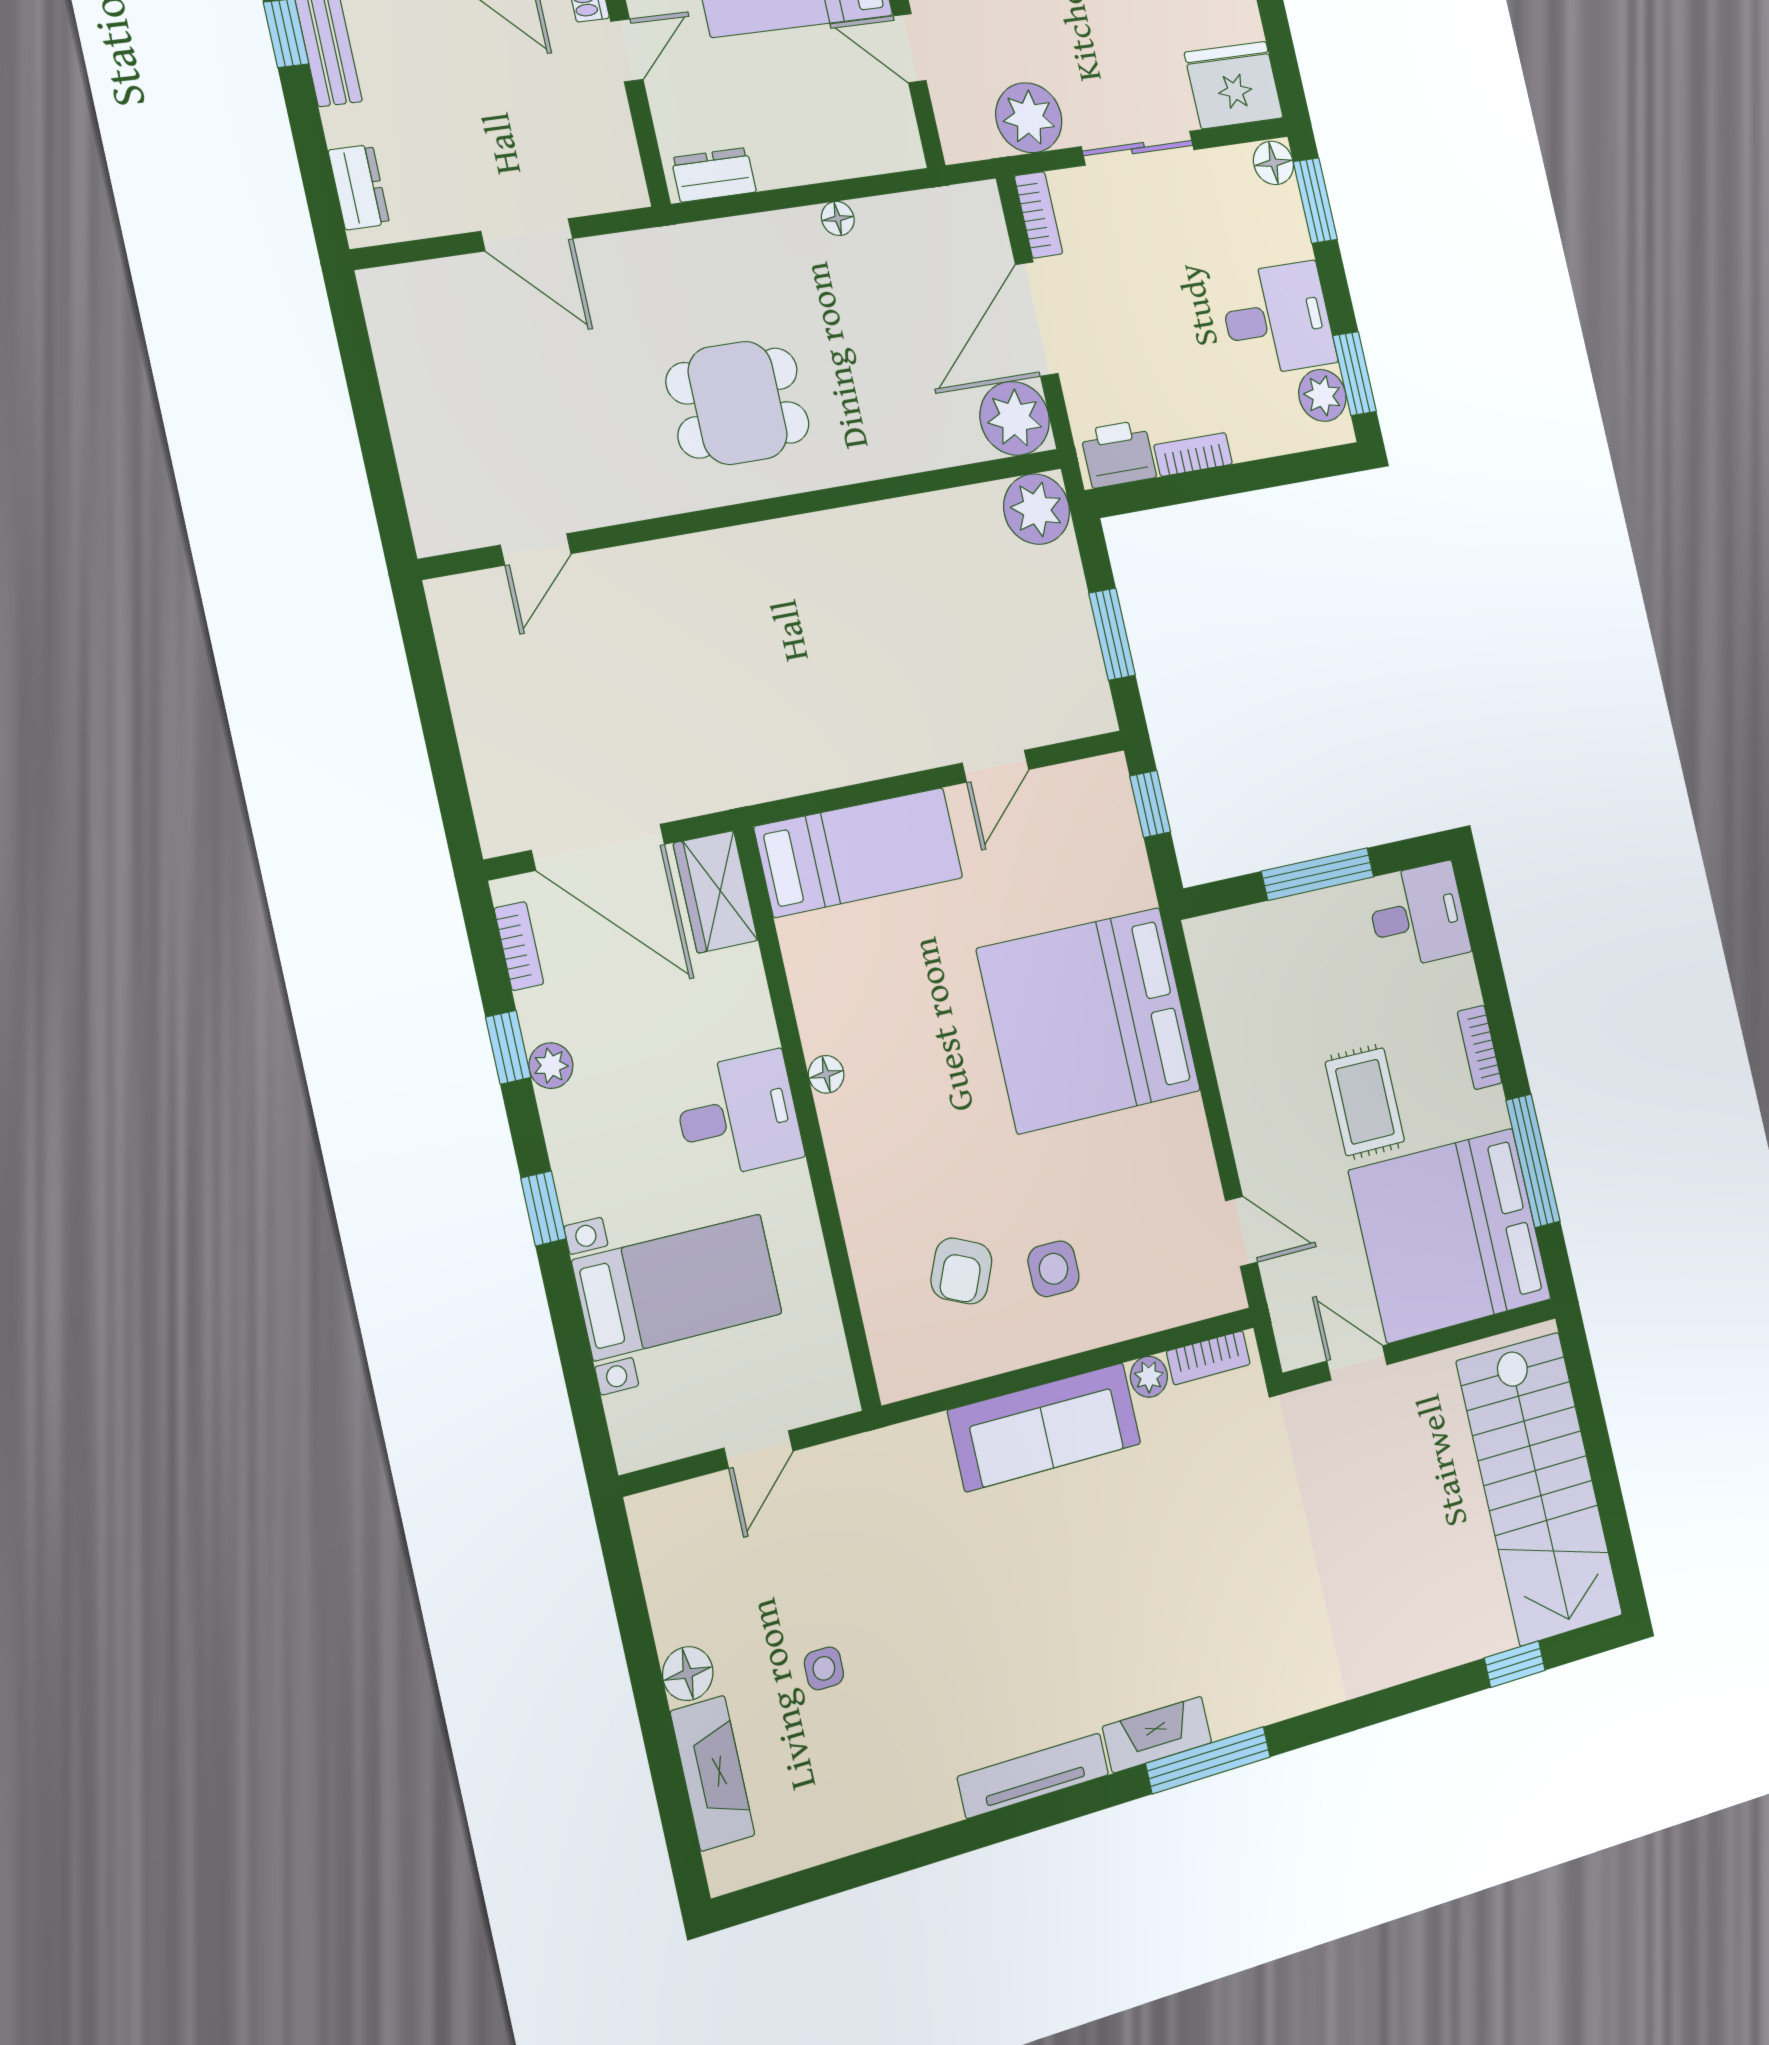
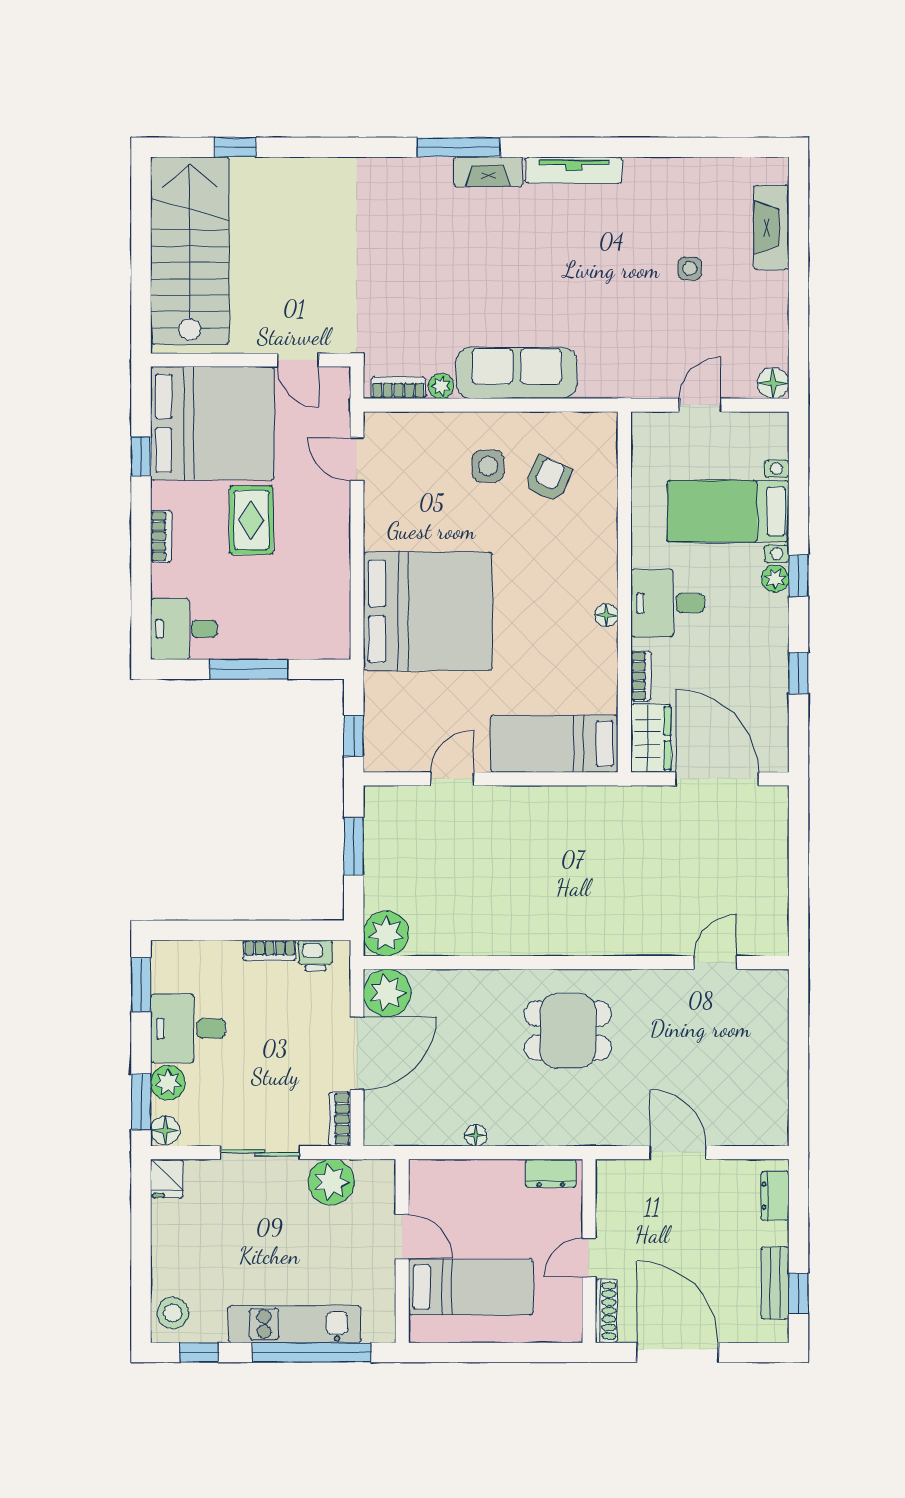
fridge: (1234, 85) -> (167, 1178), width x0.53, depth x0.75
plant: (1322, 395) -> (168, 1083), moved
printer: (1118, 454) -> (315, 955), width x0.73, depth x0.81
bookcase: (519, 946) -> (641, 676), moved, turned 180
plant: (551, 1066) -> (775, 579), moved
window: (1533, 1161) -> (141, 456), width x0.46
floor lamp: (688, 1674) -> (773, 383), moved

